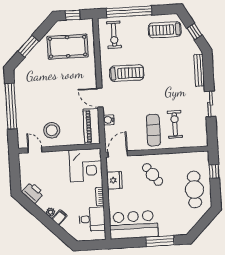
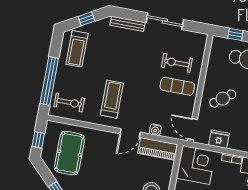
sliding door: (210, 104) -> (165, 21), width x1.37

